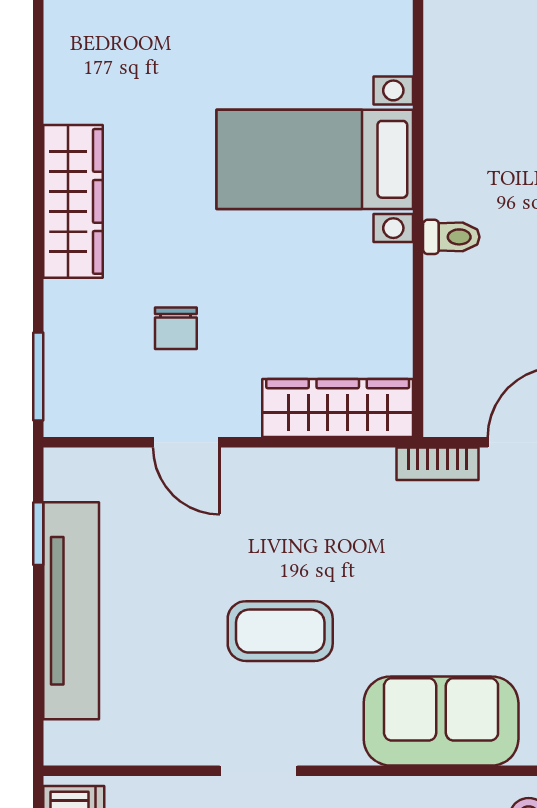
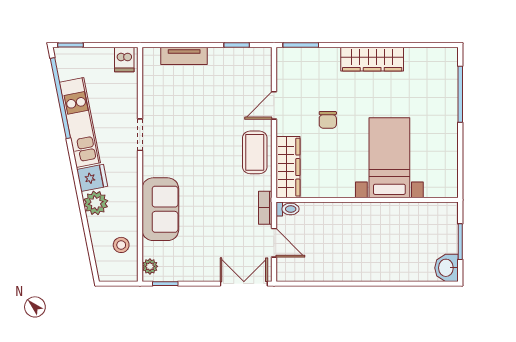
toilet: (451, 237) -> (288, 209), moved, turned -90
chair: (176, 328) -> (328, 120), moved, turned -90
tv unit: (71, 611) -> (184, 56), width x0.52, depth x0.78
coffee table: (280, 631) -> (255, 152), moved

